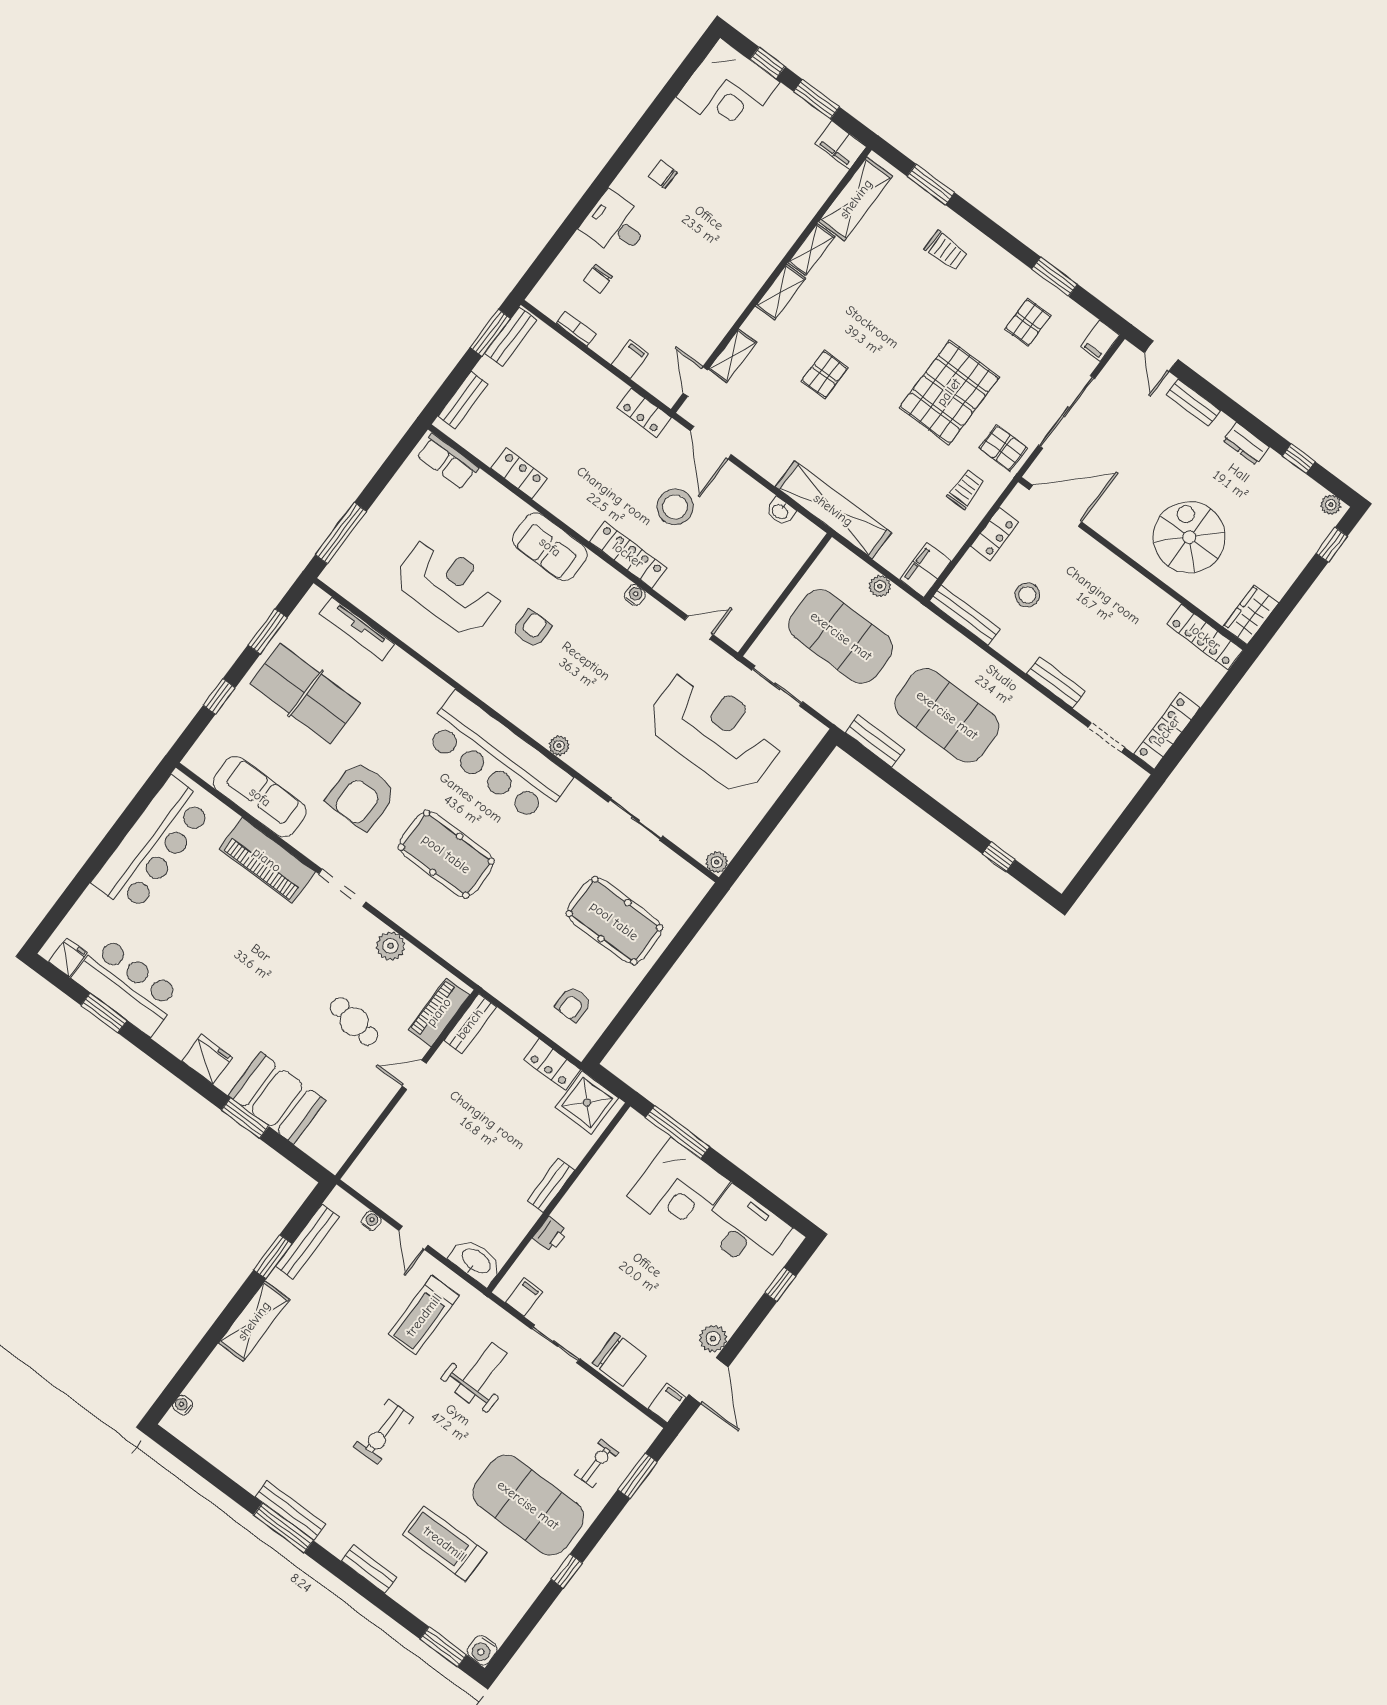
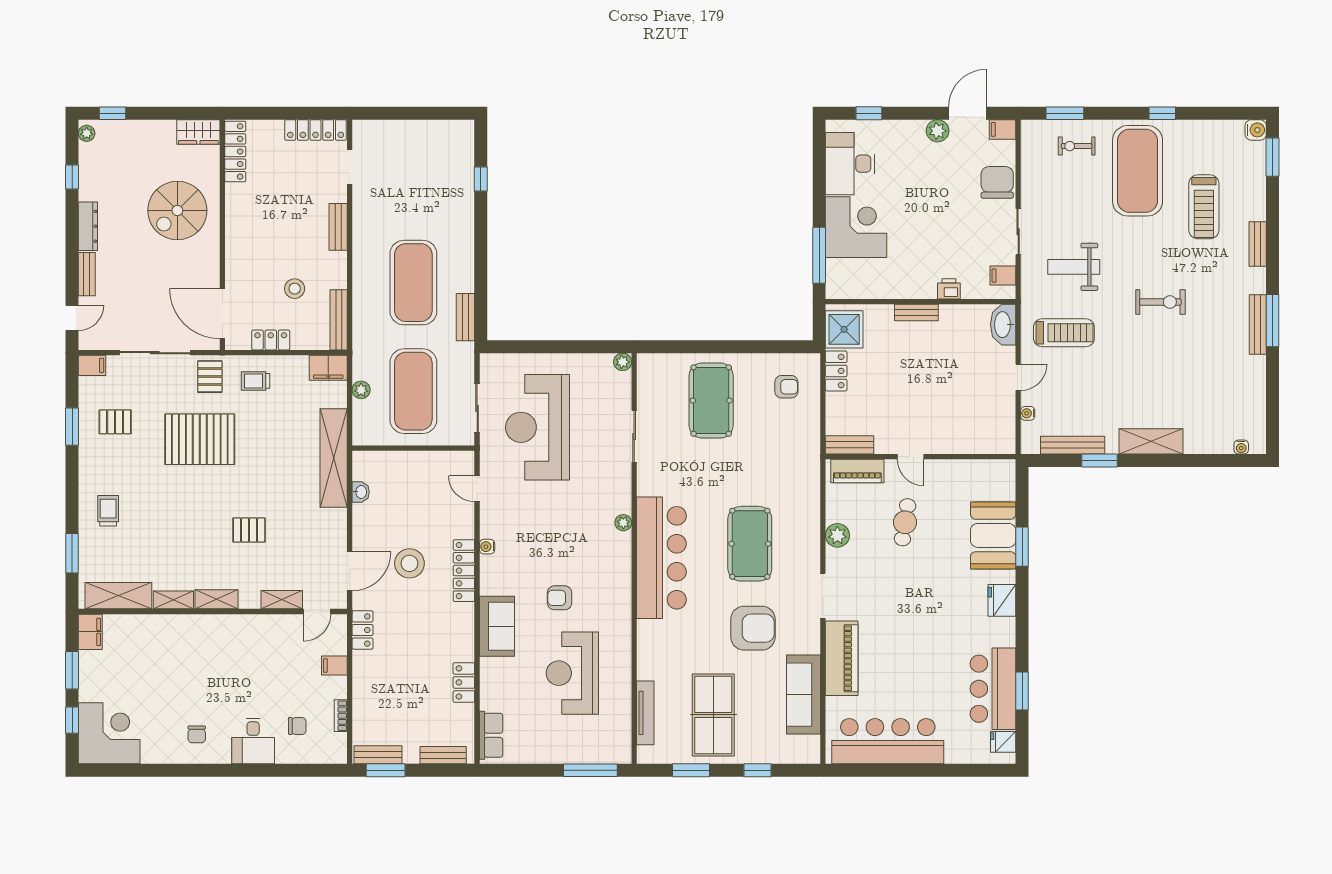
dresser: (1246, 444) -> (88, 226), width x1.44

